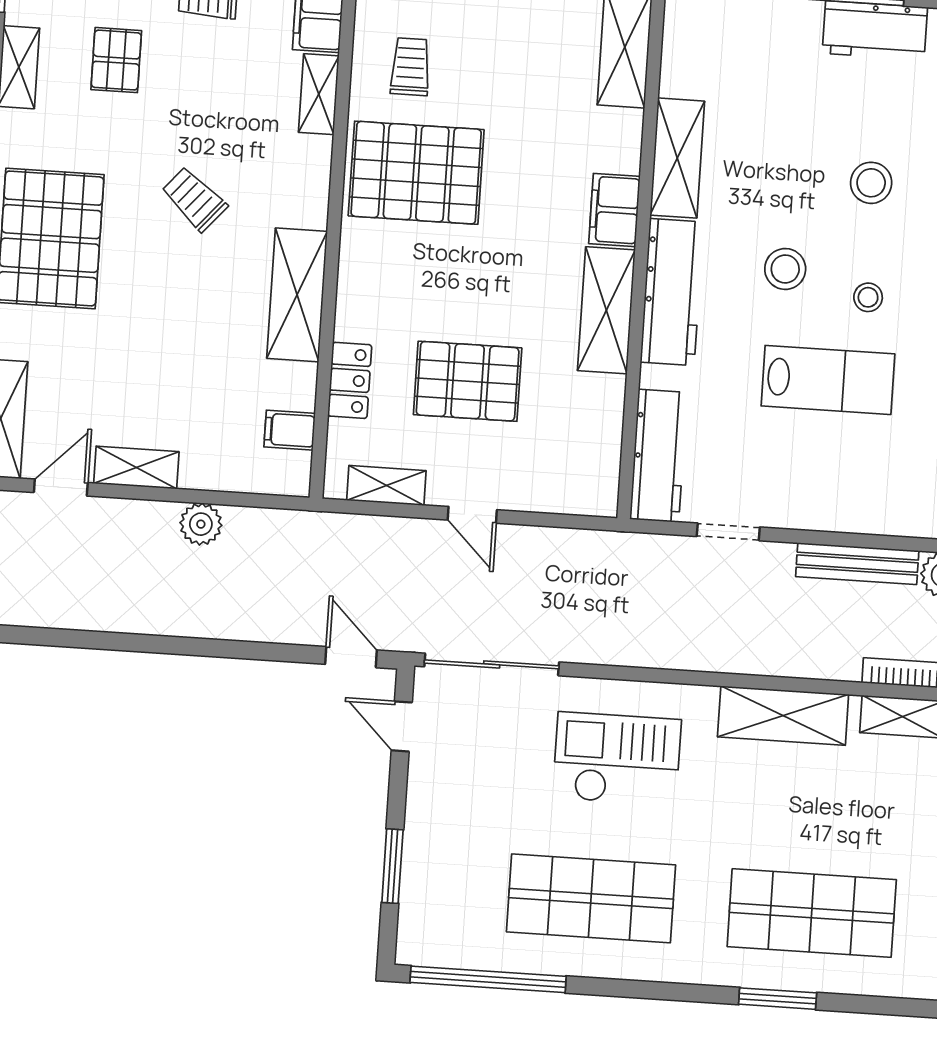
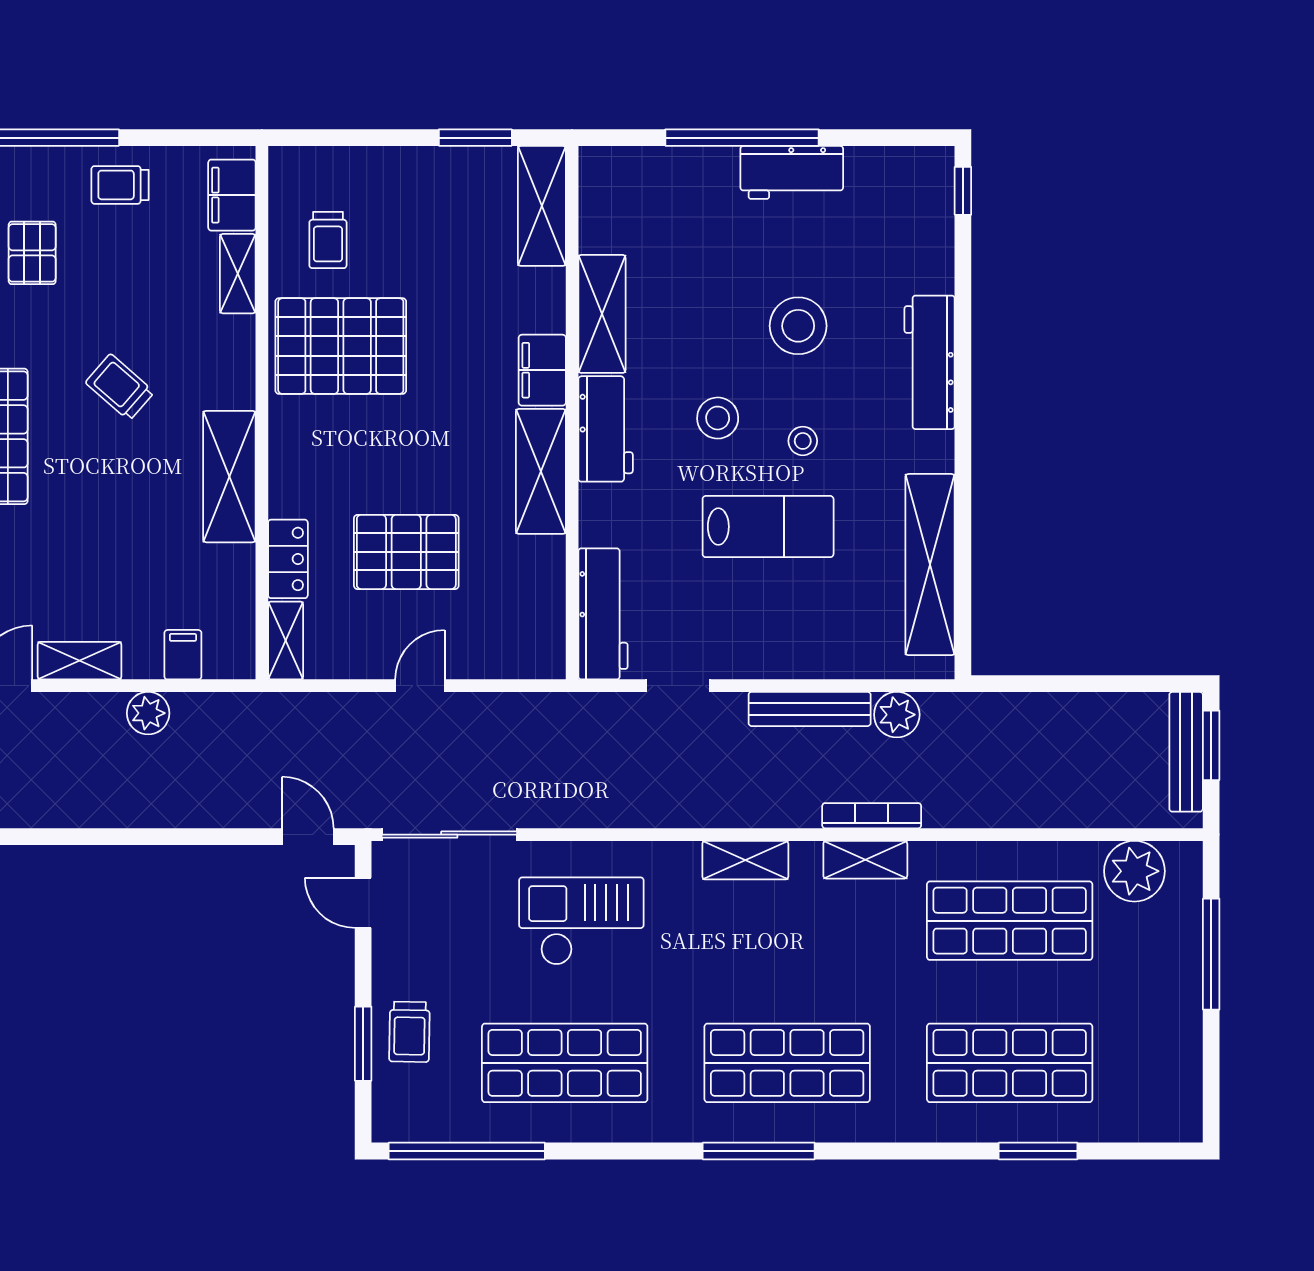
trolley: (410, 67) -> (328, 240), turned 180
stool: (871, 183) -> (798, 326), width x1.38, depth x1.38
workbench: (672, 292) -> (606, 429), width x0.73
filing cabinet: (290, 430) -> (183, 655), moved, turned 90
shelving: (386, 485) -> (286, 641), moved, turned 90
door: (472, 515) -> (420, 686), swing flipped
shelving: (783, 716) -> (745, 860), width x0.67, depth x0.75
trolley: (439, 857) -> (409, 1032), added
window: (778, 999) -> (759, 1151), width x1.44

